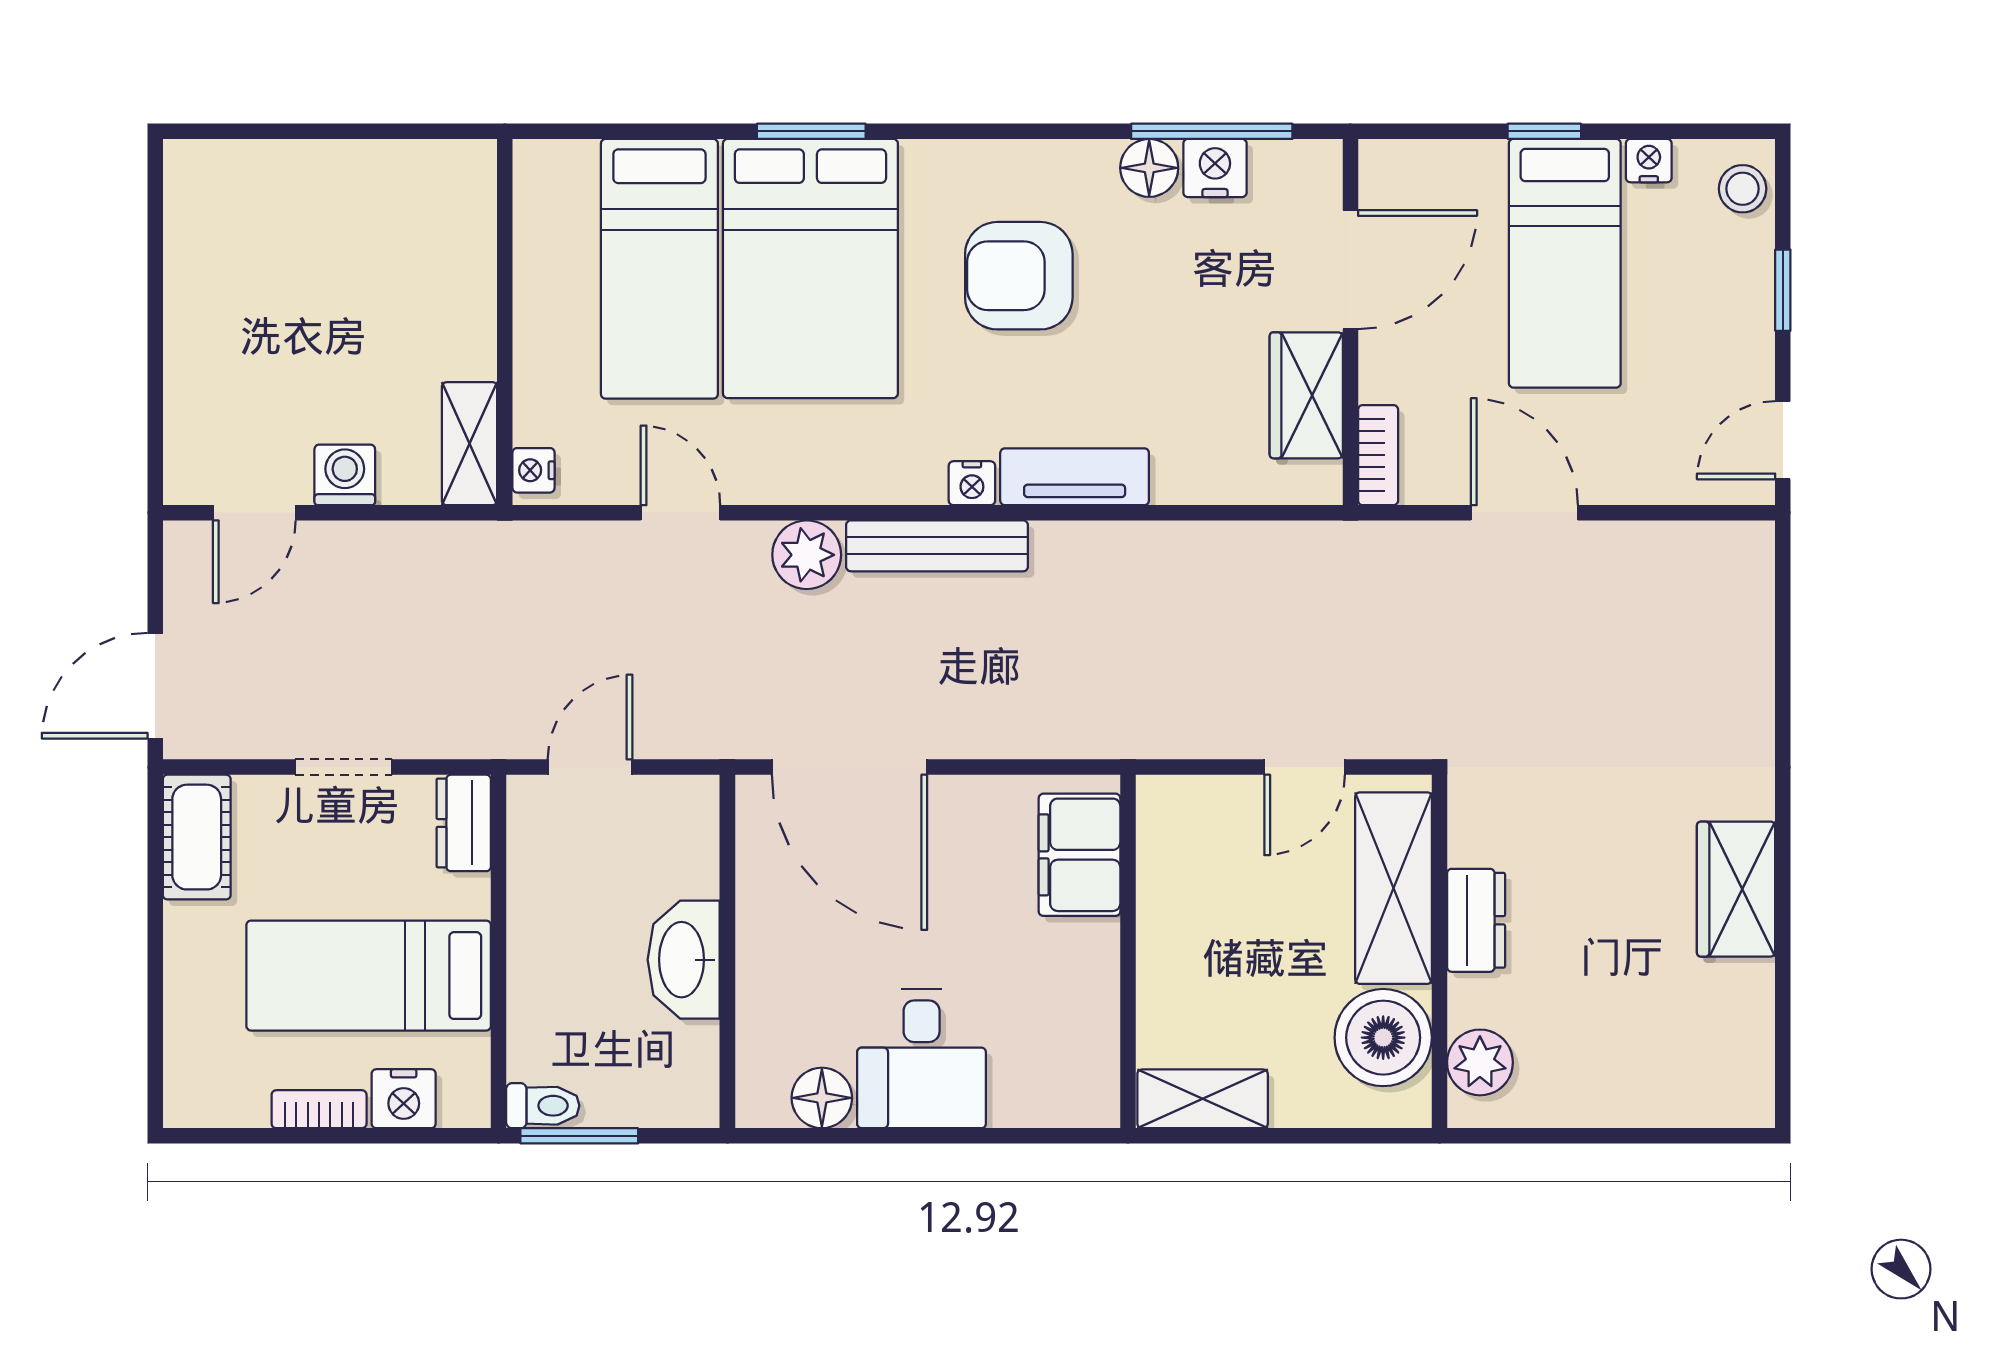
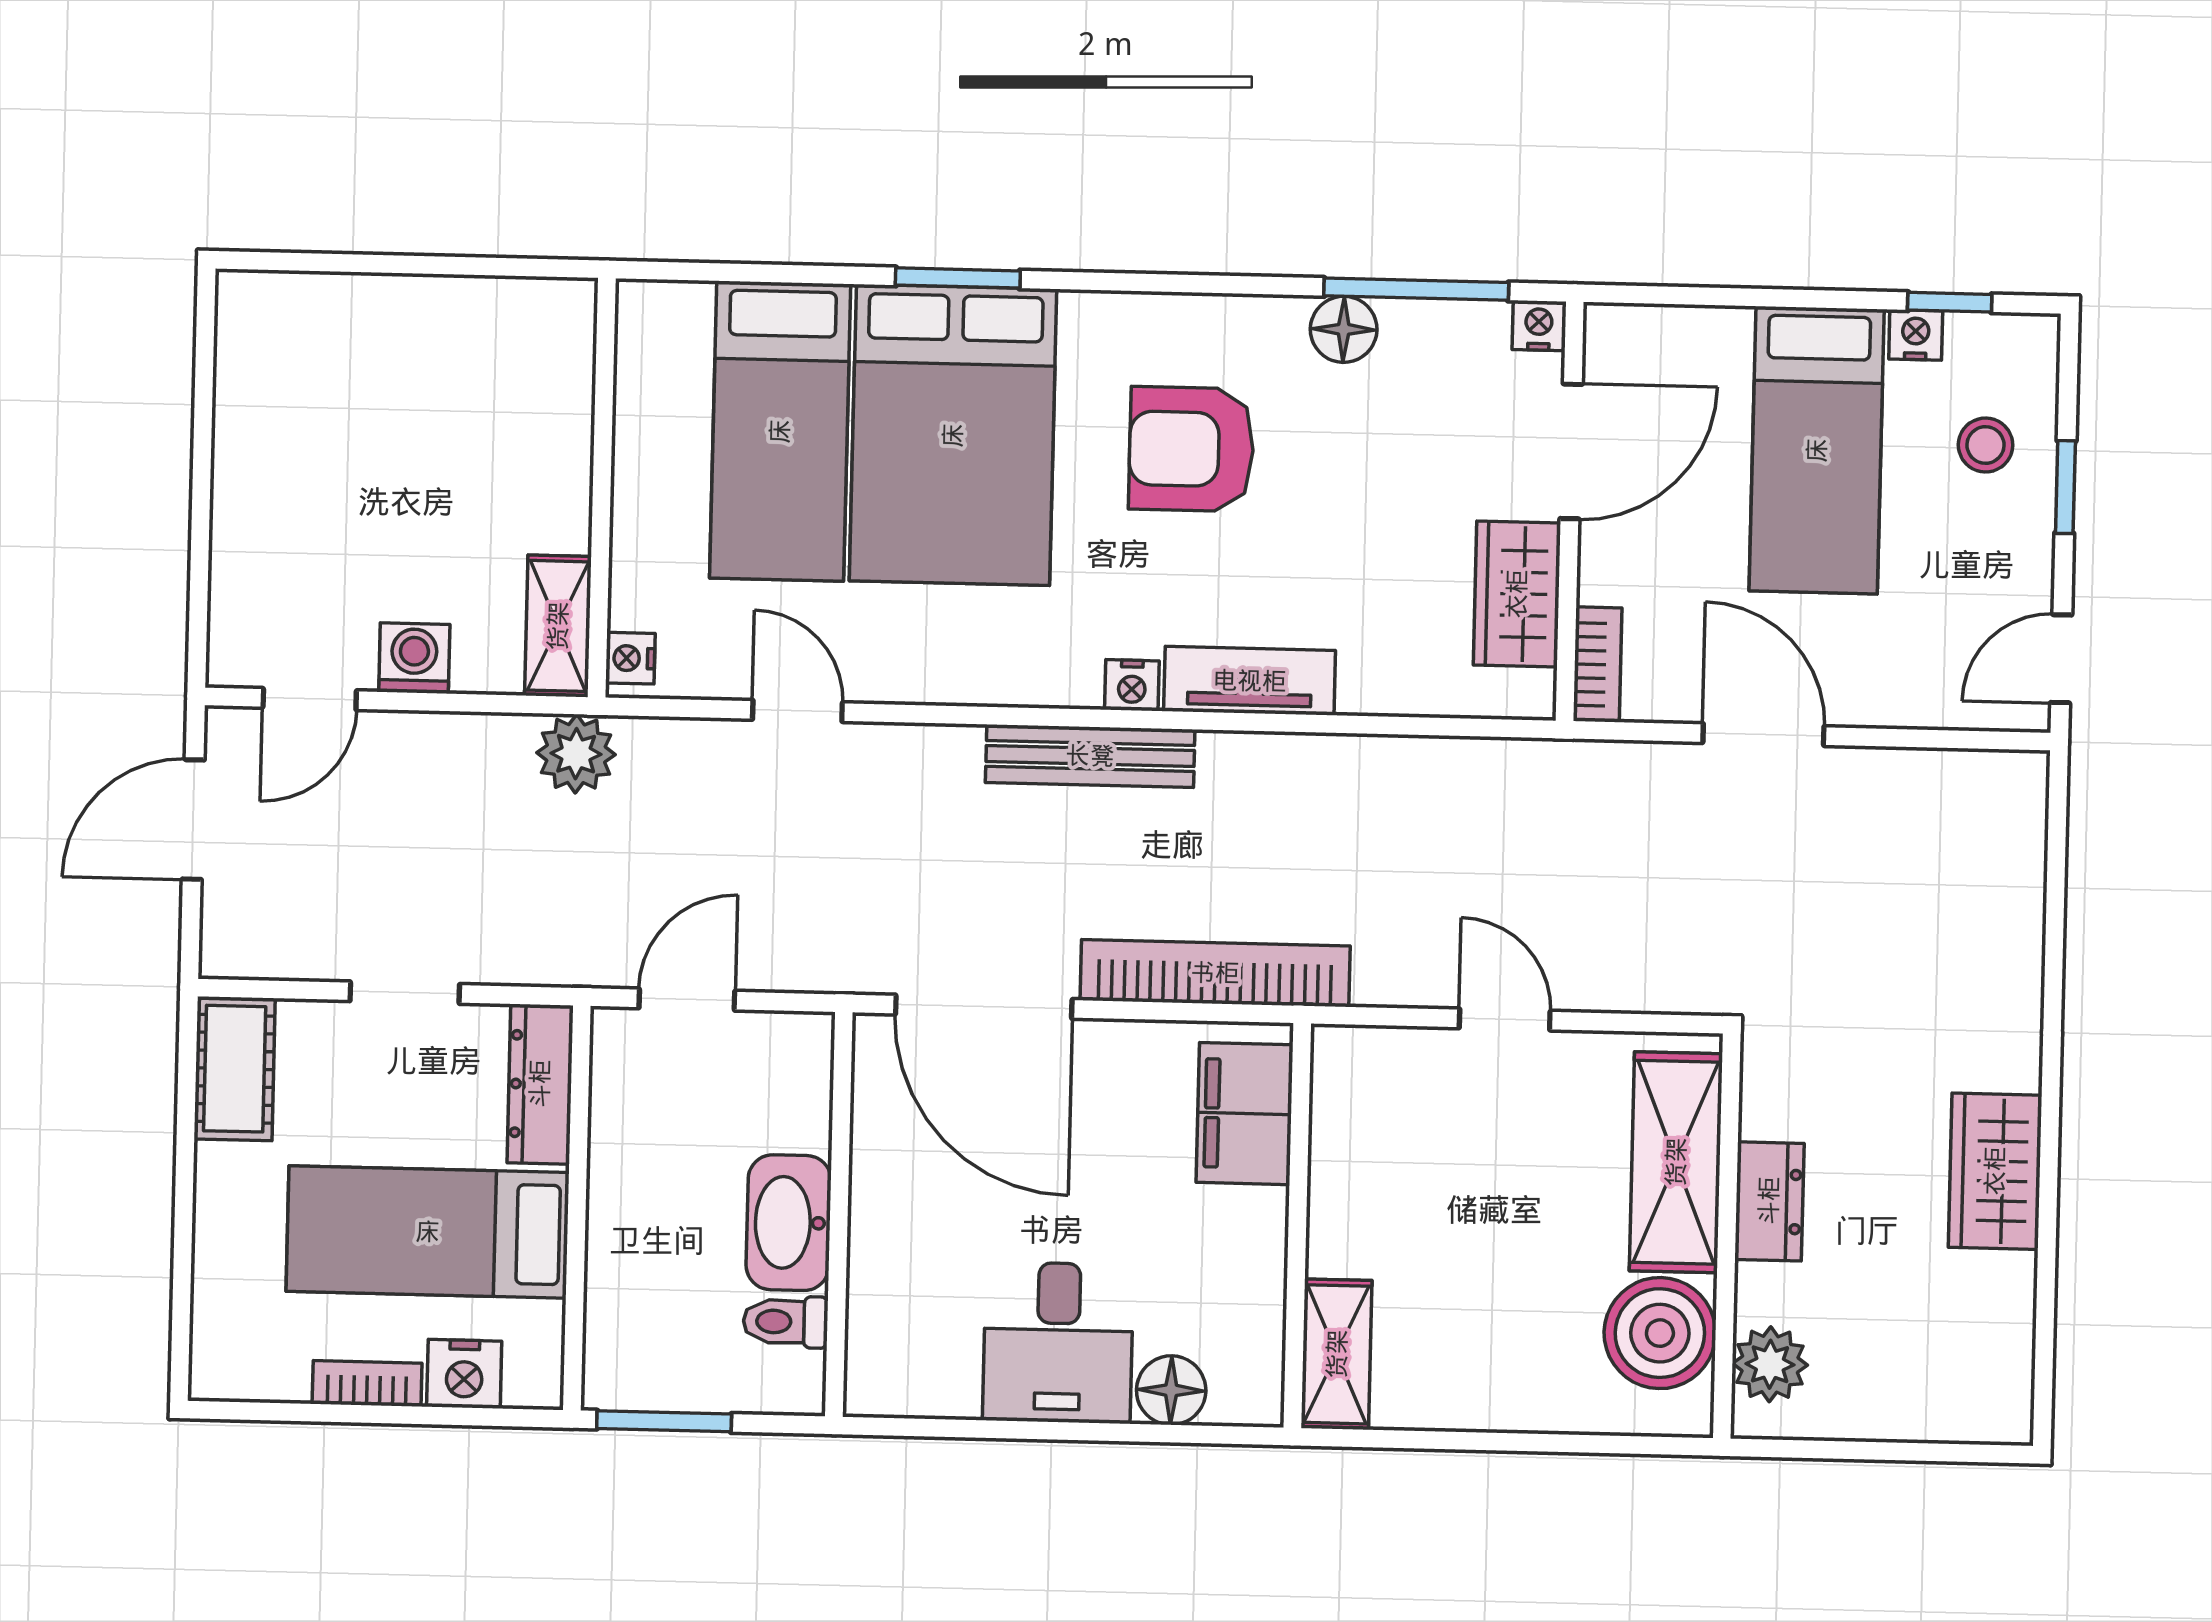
window: (1544, 131) -> (1950, 302), moved
nightstand: (1215, 168) -> (1539, 326), moved, width x0.72, depth x0.74
stool: (1743, 189) -> (1986, 445), moved
plant: (807, 555) -> (576, 754), moved
door: (155, 686) -> (193, 820), moved
bookcase: (1051, 733) -> (1215, 973), added
door: (1305, 767) -> (1505, 1019), swing flipped
dresser: (464, 823) -> (540, 1084), width x1.44
shelving: (1394, 888) -> (1676, 1162), moved
dresser: (1476, 920) -> (1769, 1201), moved
wall: (1439, 951) -> (1727, 1236), moved
boiler: (1383, 1038) -> (1660, 1333), moved
plant: (1480, 1062) -> (1770, 1364), moved
floor lamp: (822, 1098) -> (1171, 1390), moved
shelving: (1203, 1099) -> (1337, 1354), moved, turned 90
toilet: (543, 1106) -> (786, 1322), moved, turned 180

